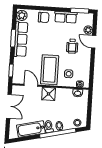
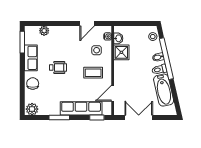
row of seats: (21, 39) -> (81, 108), moved
door: (94, 42) -> (87, 24), moved
wheelchair: (72, 46) -> (58, 67), moved
coffee table: (50, 70) -> (93, 73), width x0.54, depth x0.58
shower: (49, 94) -> (121, 52), moved

